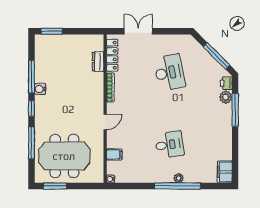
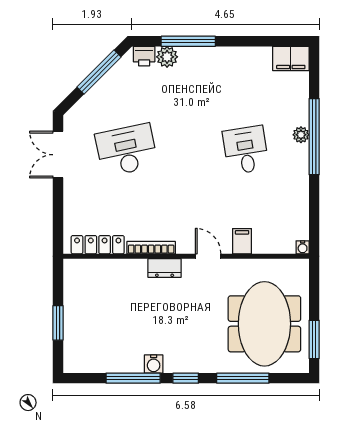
window: (52, 31) -> (58, 323), moved
double door: (138, 31) -> (58, 155), moved
dresser: (98, 62) -> (165, 268), moved
filing cabinet: (114, 154) -> (242, 241), moved

